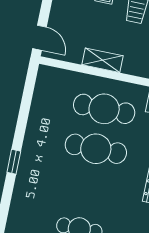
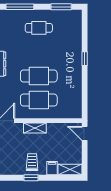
shelving: (103, 60) -> (35, 128), moved

